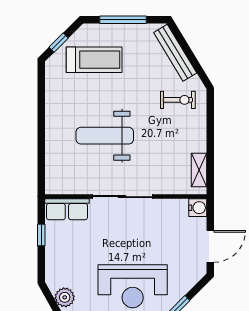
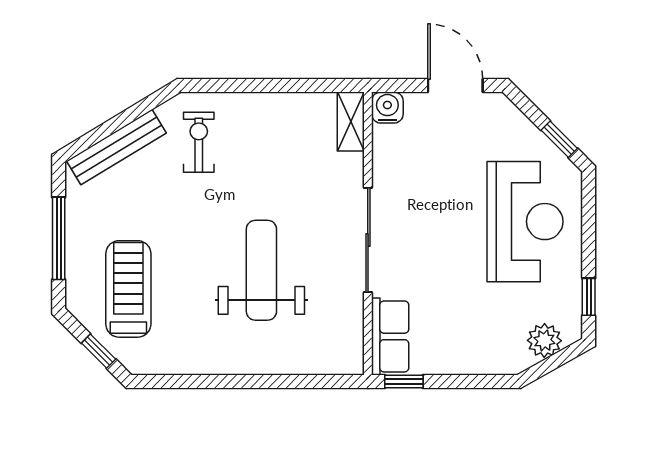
weight bench: (105, 136) -> (261, 270), turned 180
shelving: (199, 170) -> (351, 122), moved, turned 90
window: (41, 235) -> (404, 382), moved

